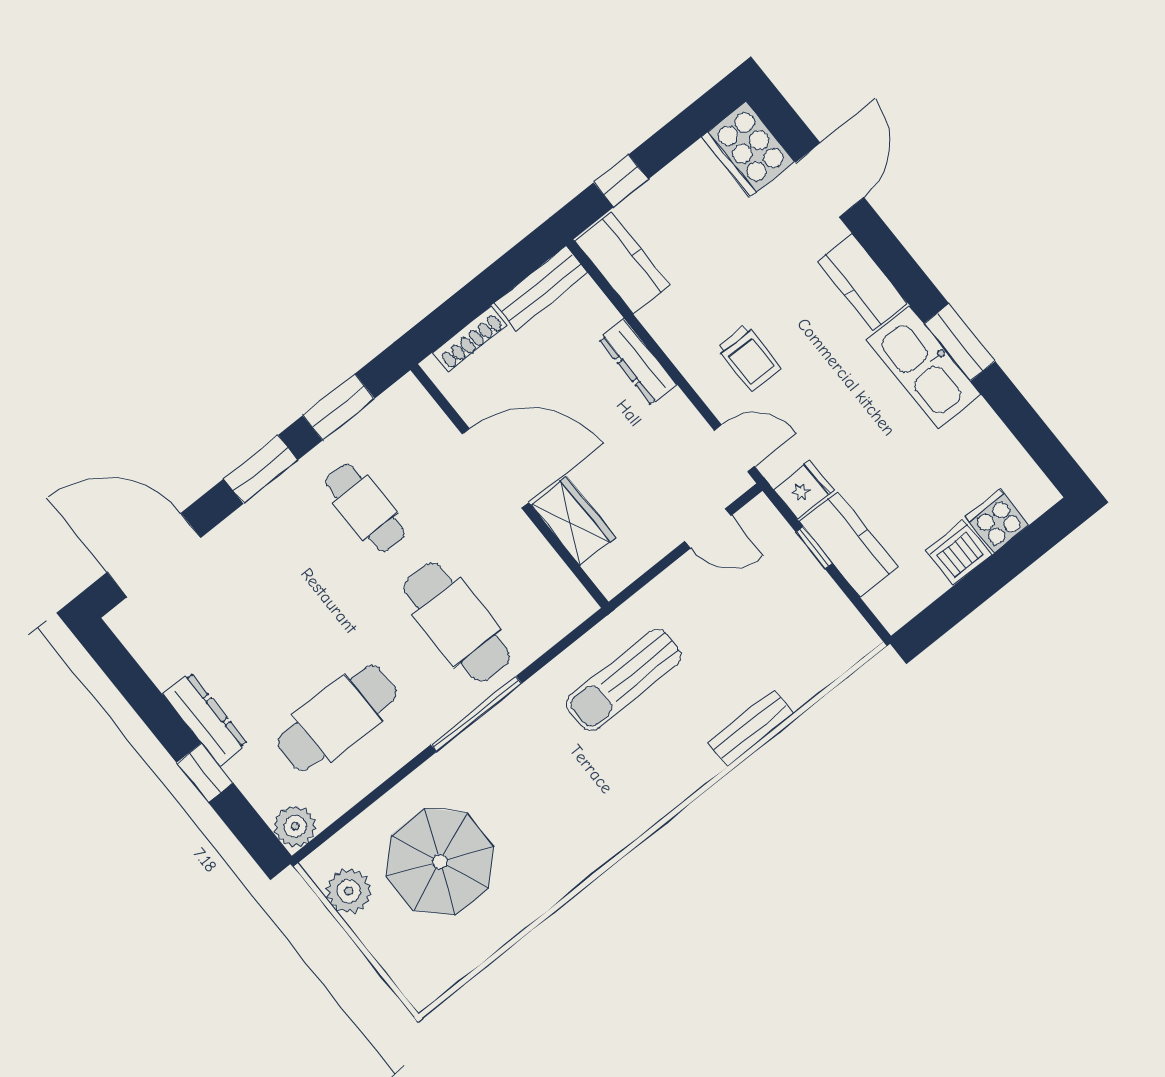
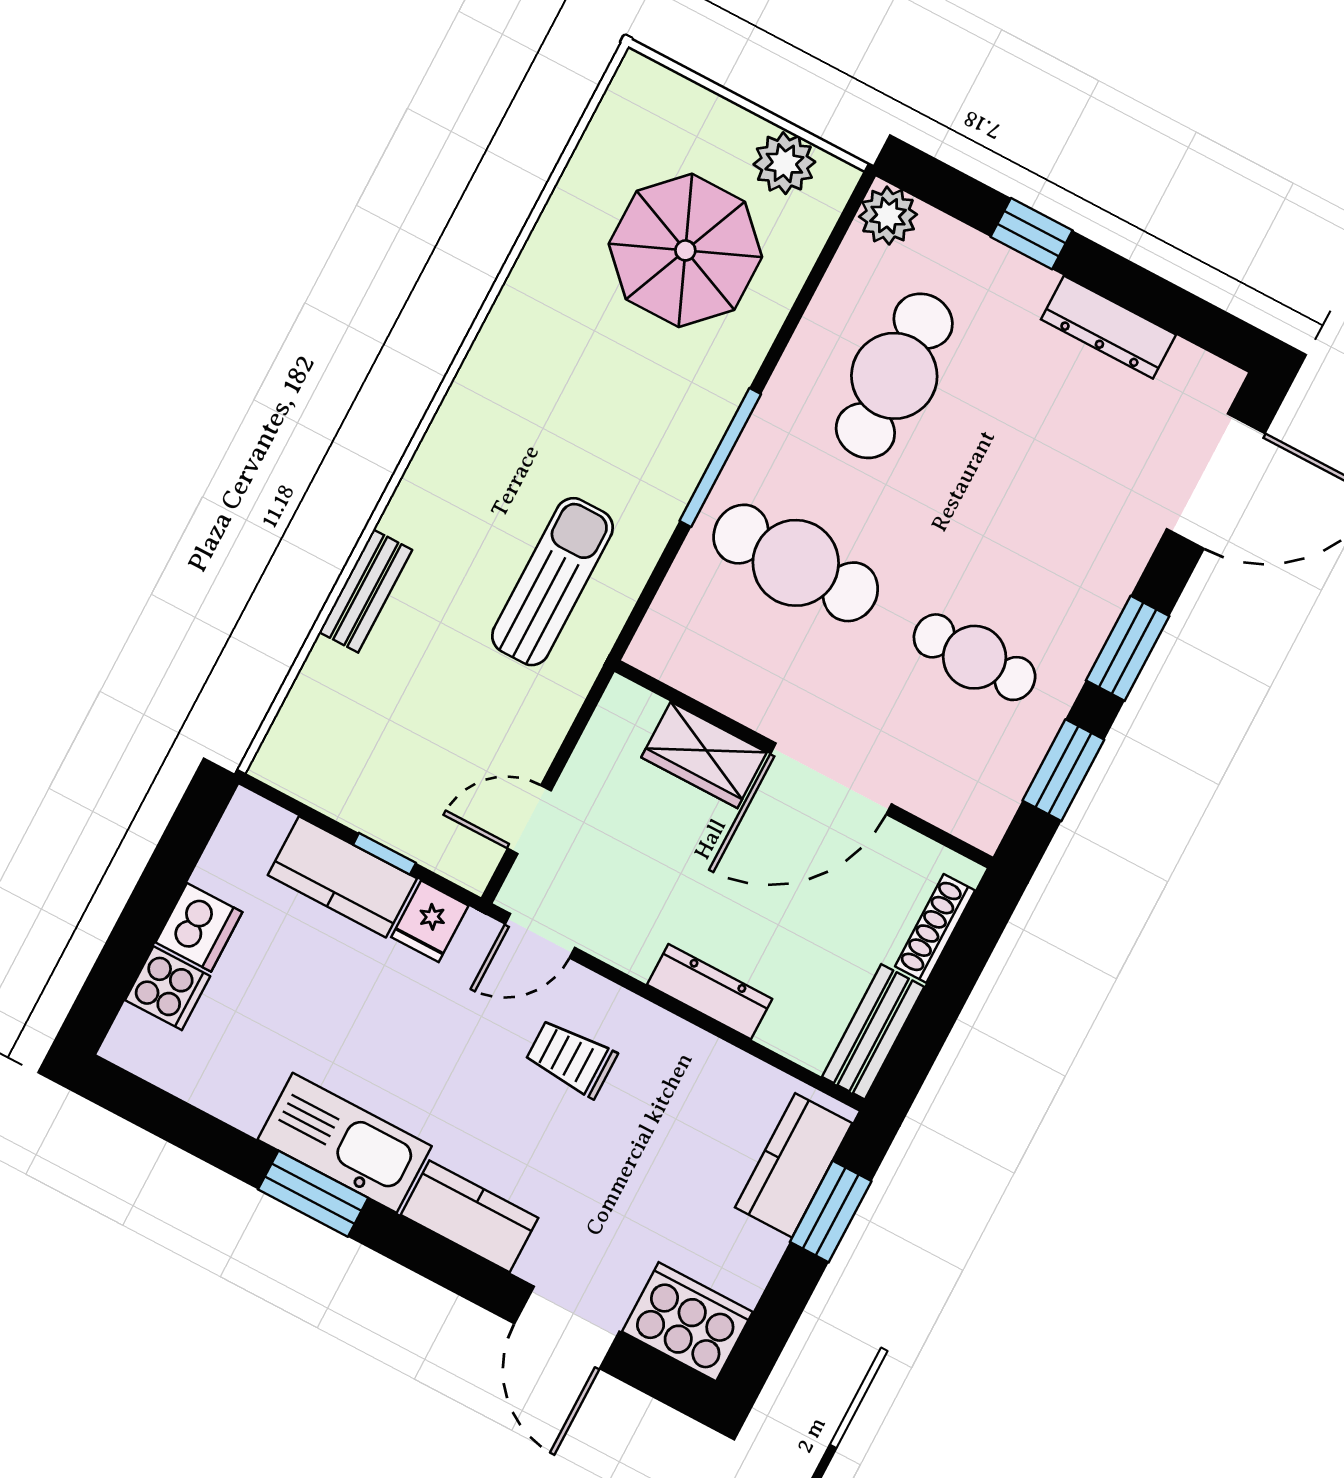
window: (621, 181) -> (831, 1212), width x1.50
kitchen counter: (622, 263) -> (794, 1165), moved, turned 90
dresser: (205, 719) -> (1108, 327), moved

